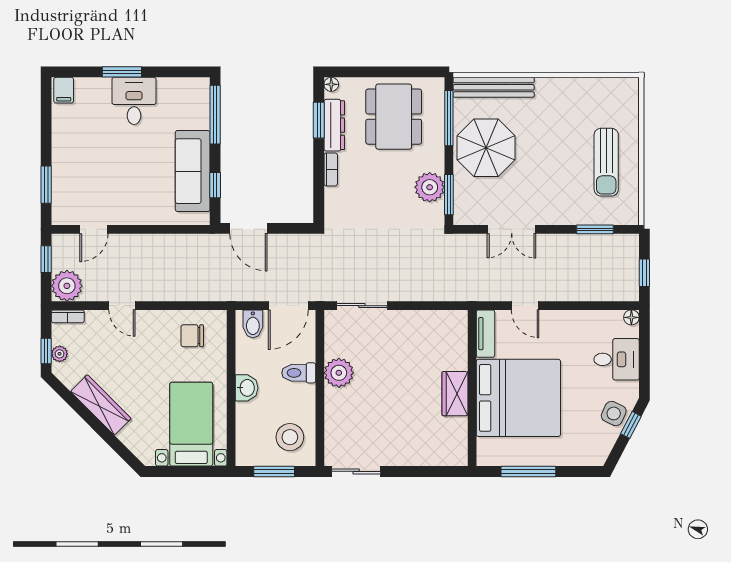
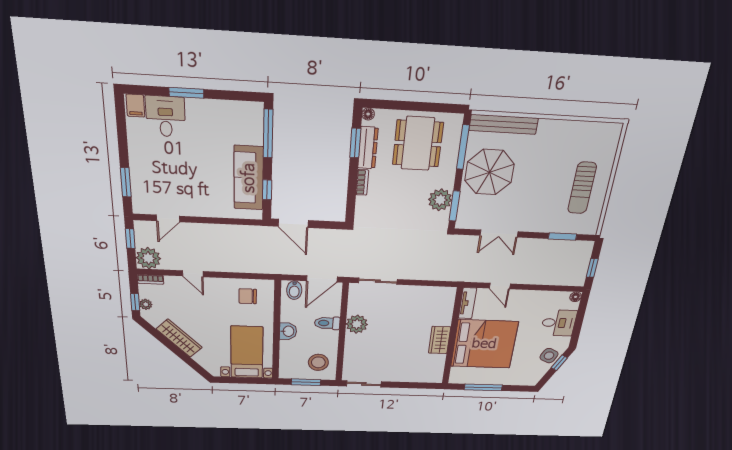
desk: (134, 101) -> (166, 116), moved

